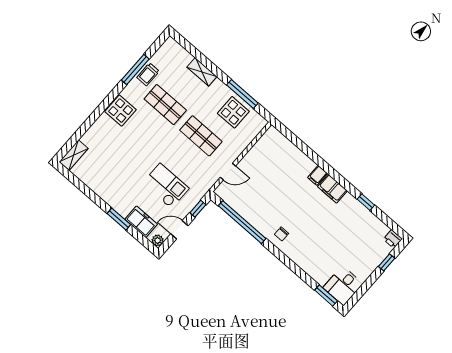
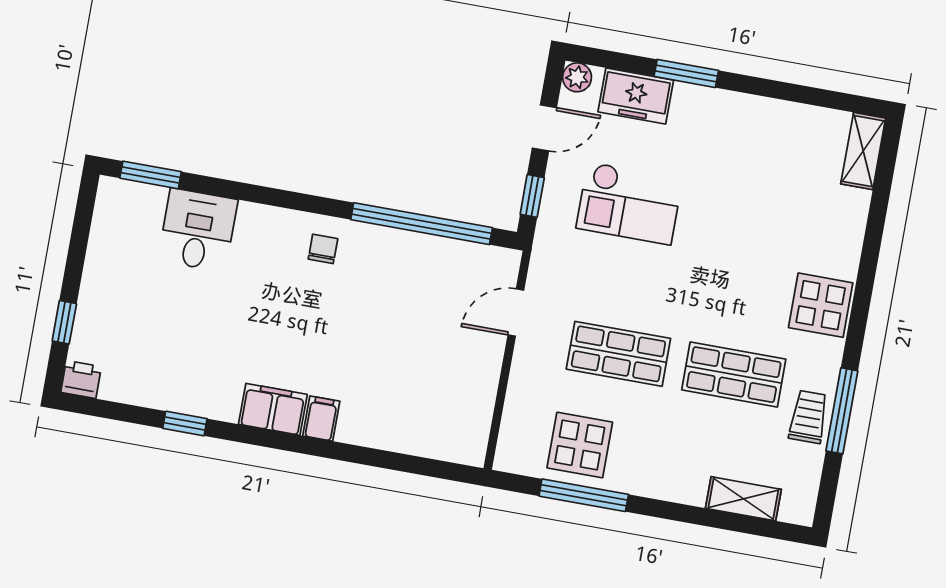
shelving: (202, 72) -> (743, 499), moved
desk: (343, 286) -> (198, 230), moved

